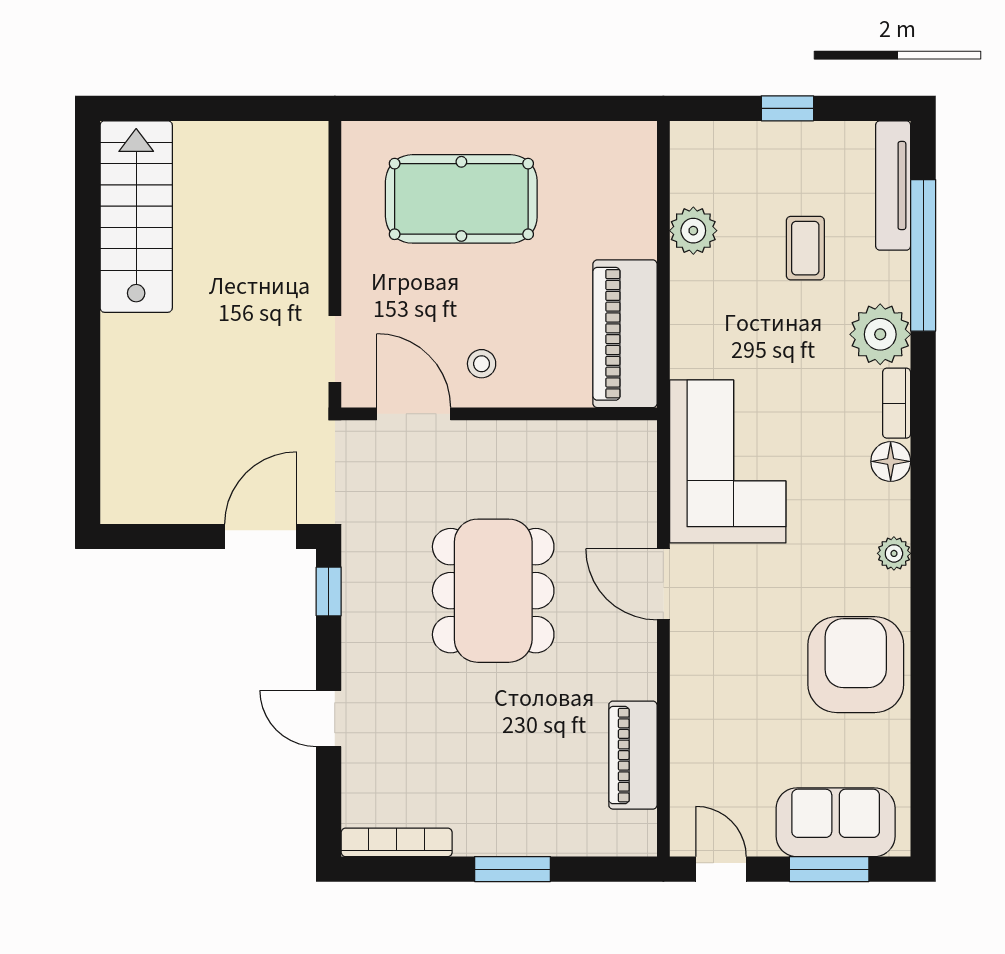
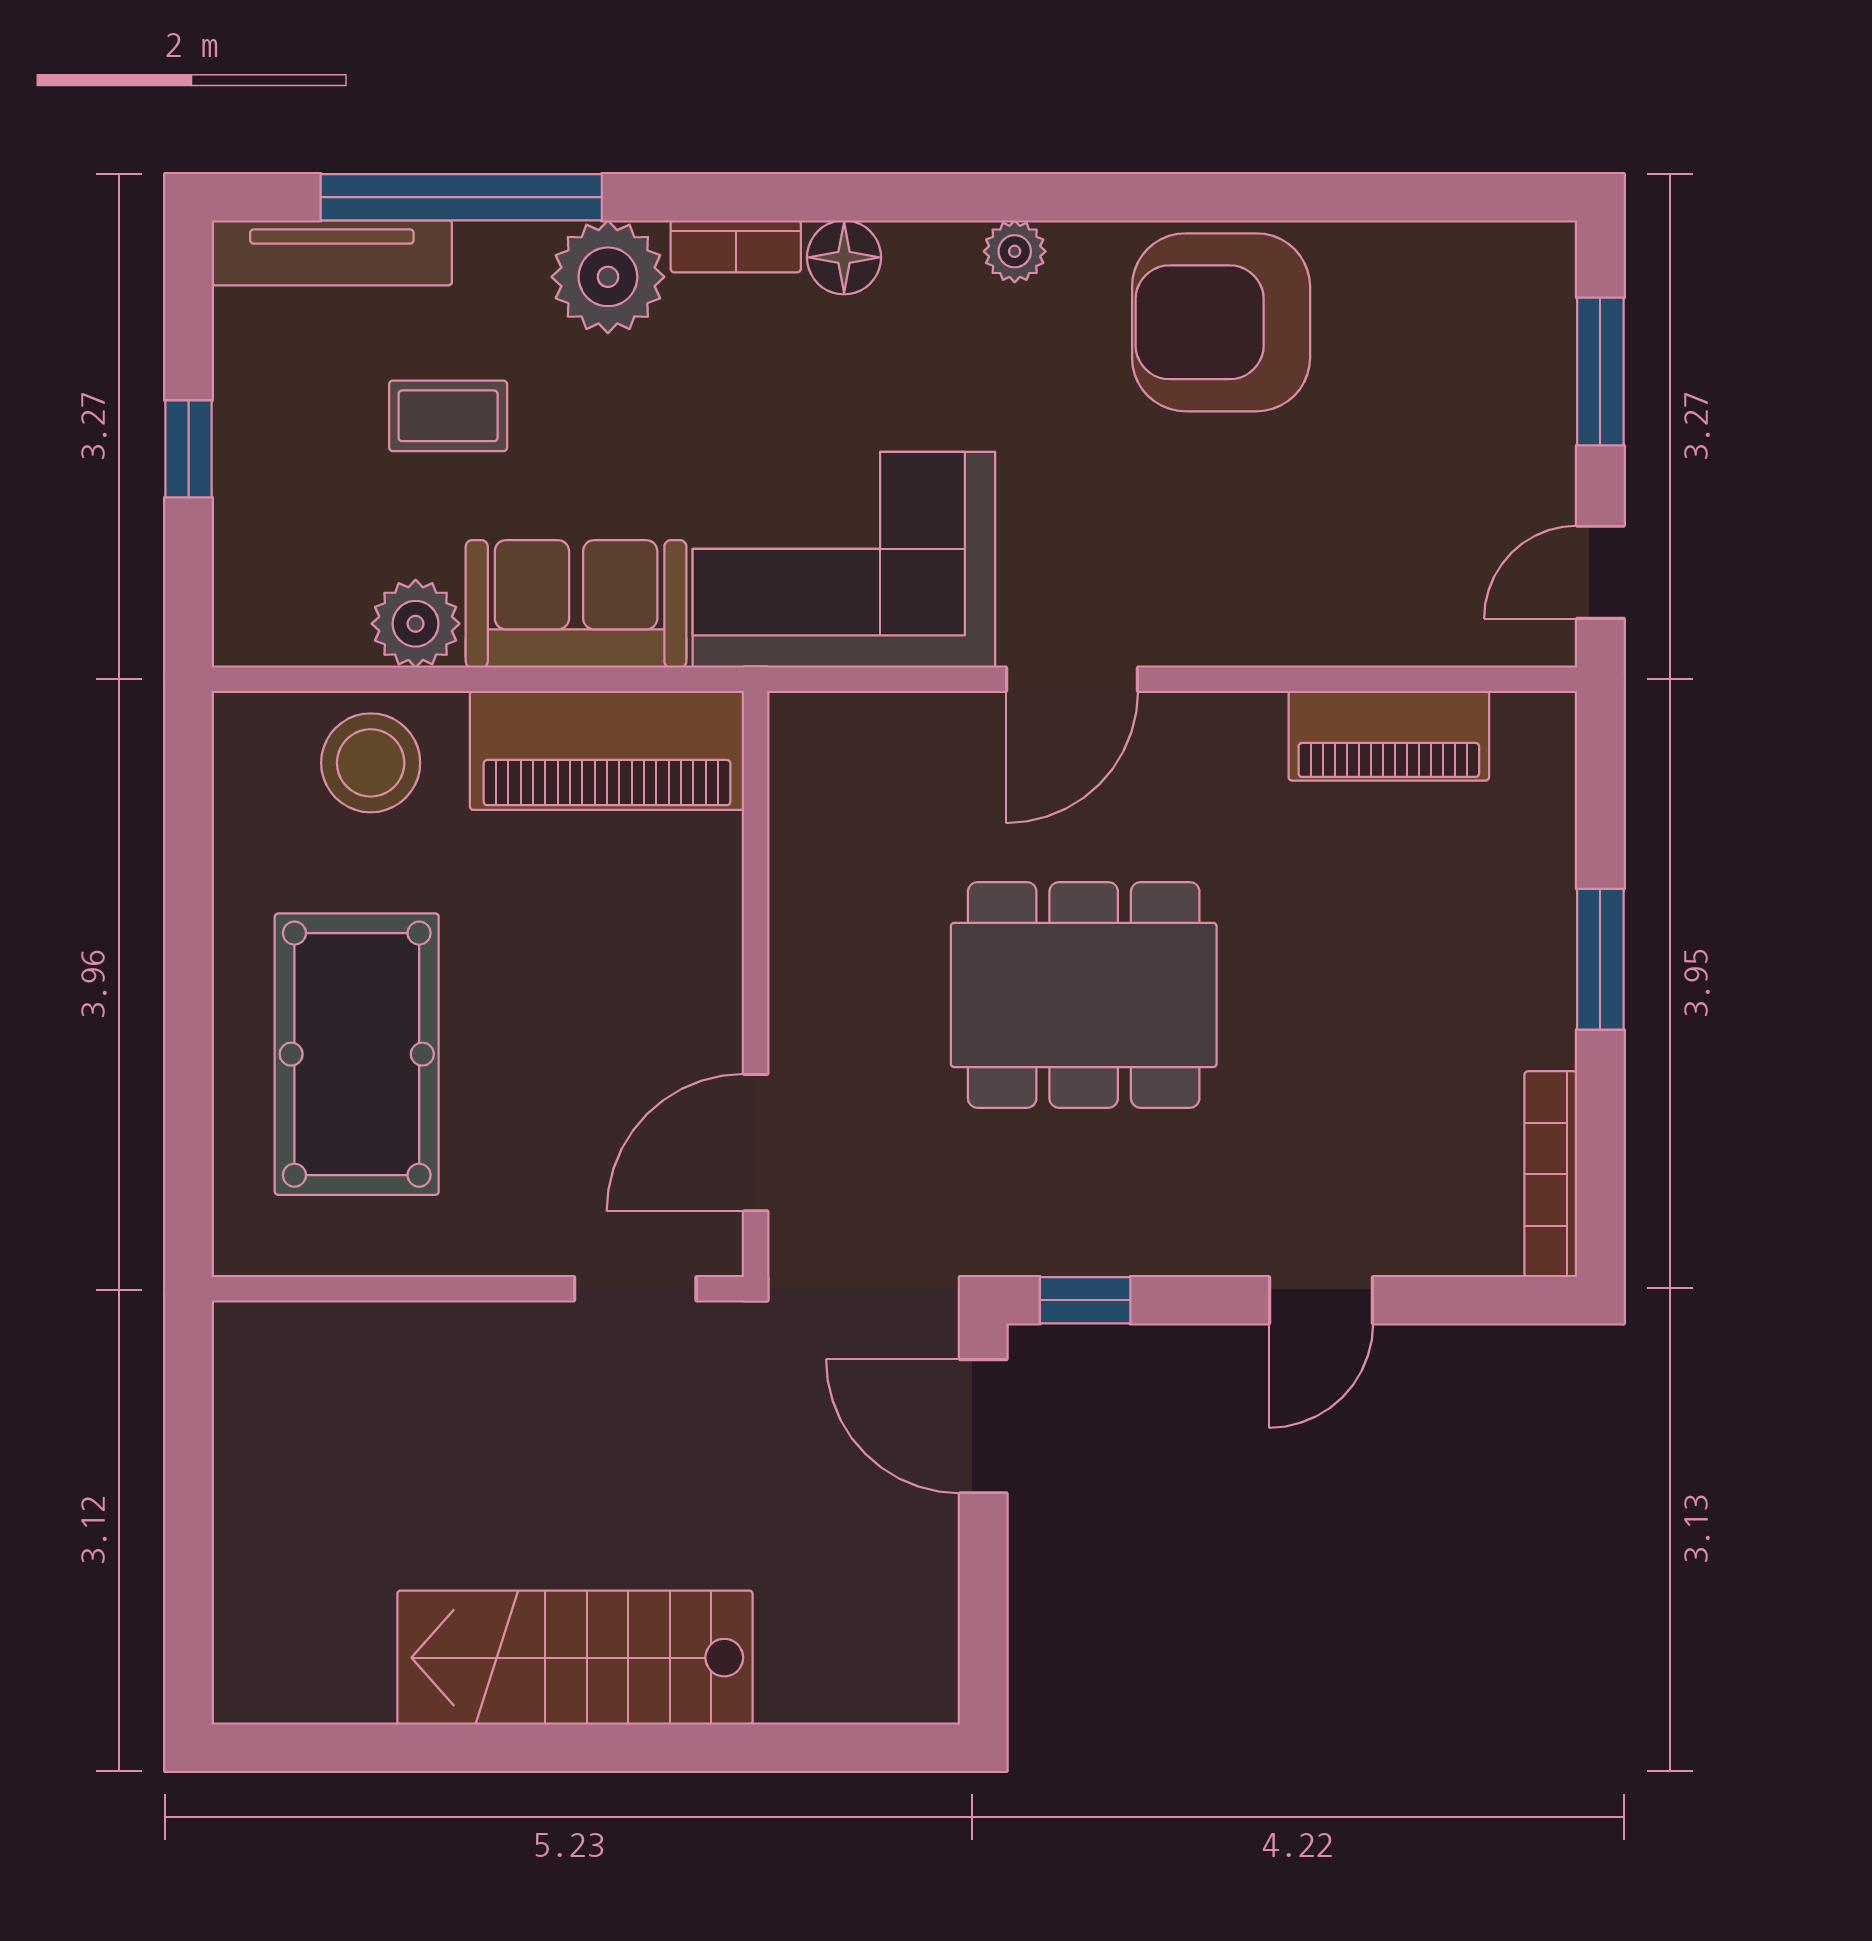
stairs: (136, 217) -> (575, 1658), moved
stool: (482, 364) -> (371, 763), moved, width x1.89, depth x1.89
sofa: (836, 822) -> (576, 604), moved, turned 90

